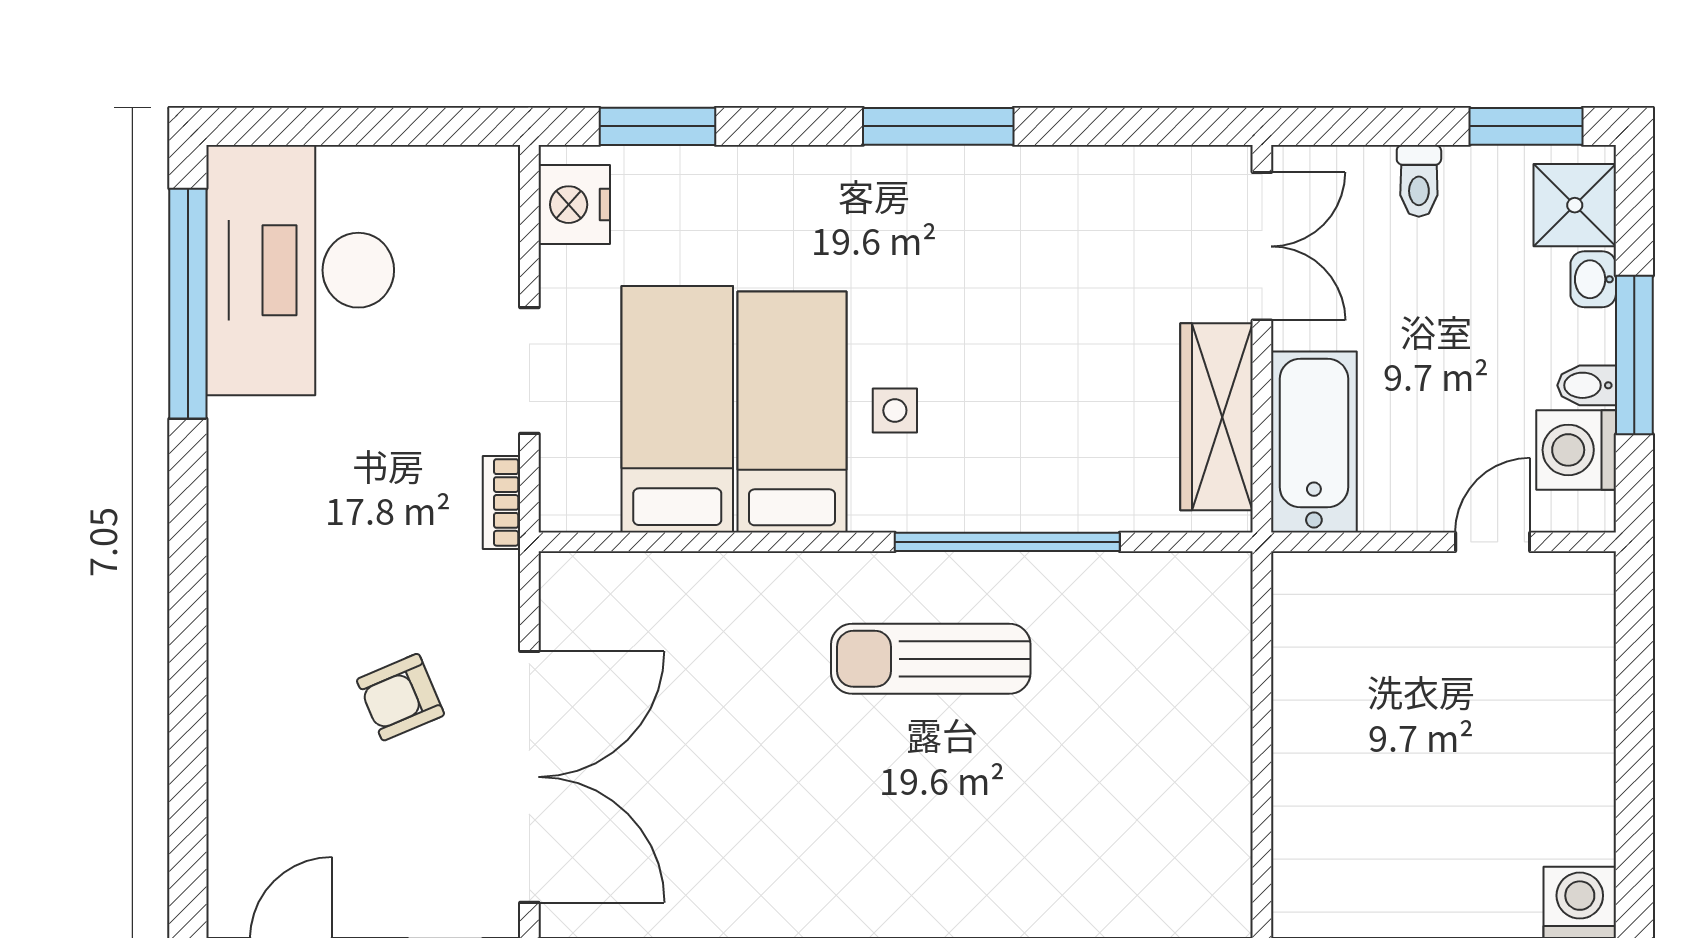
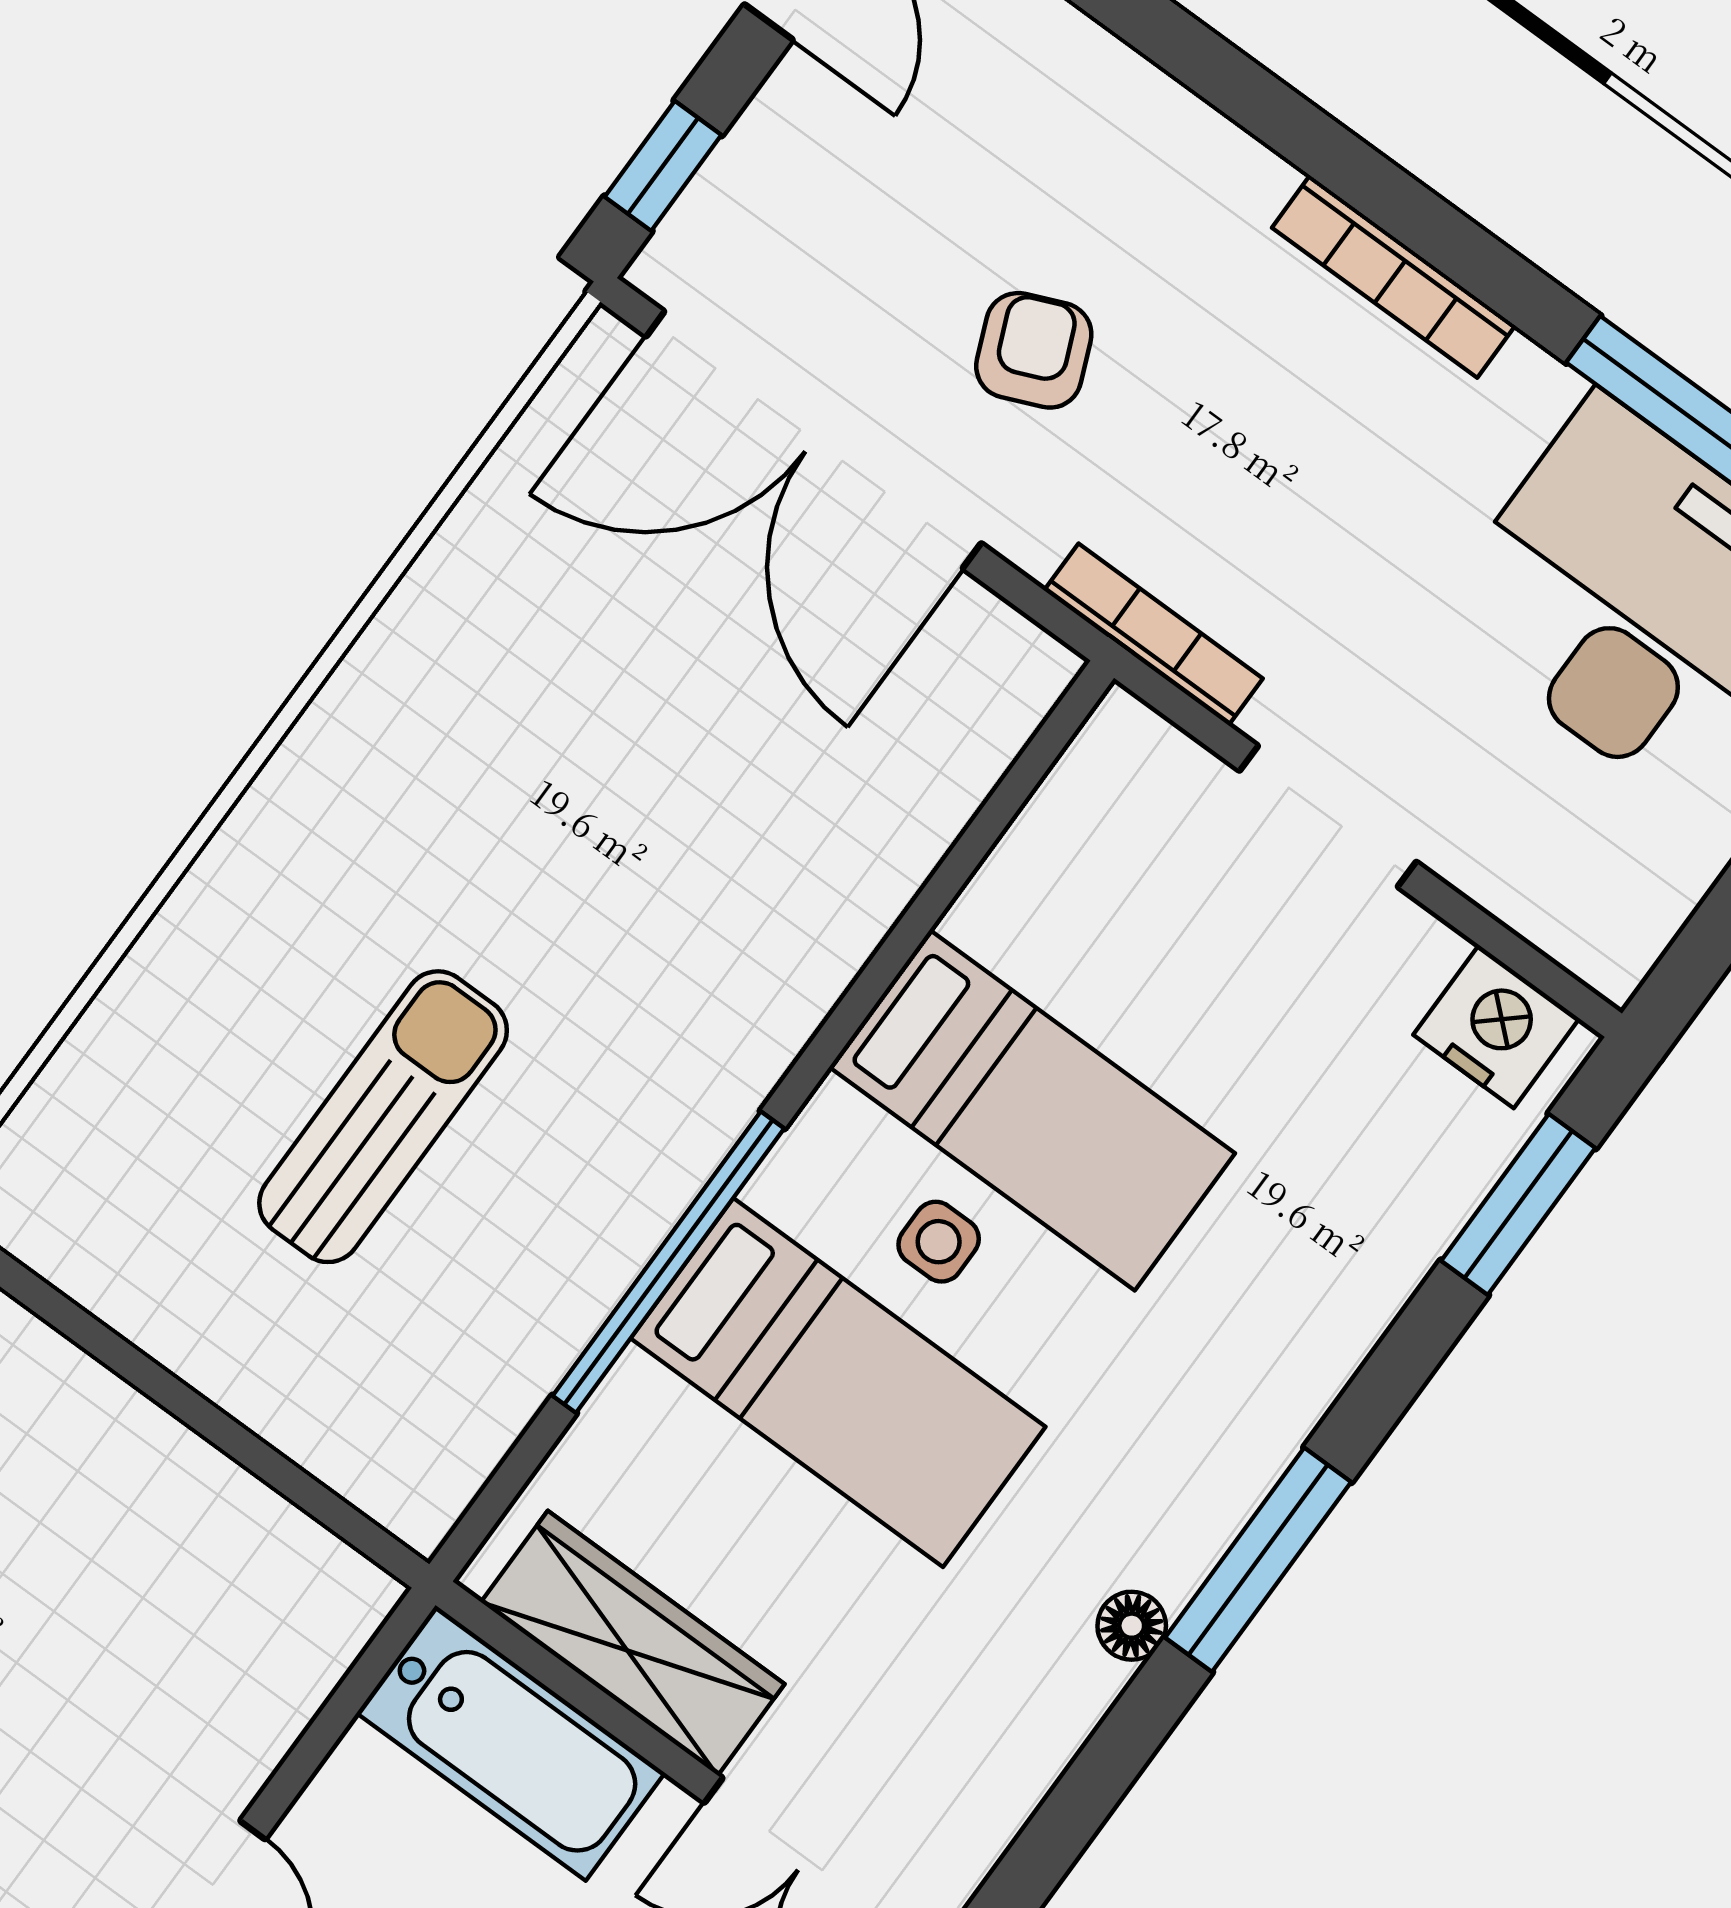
floor lamp: (1020, 167) -> (1132, 1626), added
bed: (677, 409) -> (838, 1383), moved
bookcase: (502, 502) -> (1153, 634), width x1.56
bookcase: (227, 540) -> (1394, 277), added
sun lounger: (931, 659) -> (383, 1117), moved

